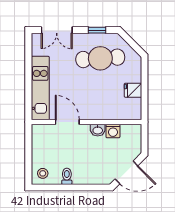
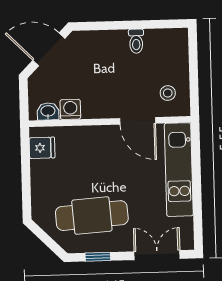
fridge: (133, 90) -> (42, 148), moved
washbasin: (98, 130) -> (48, 111), moved
stool: (43, 173) -> (168, 93), moved

